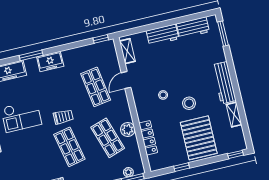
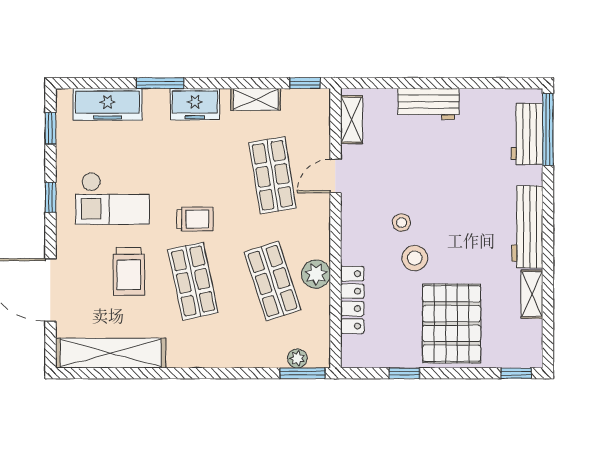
workbench: (193, 28) -> (527, 134), moved, turned 90
window: (223, 34) -> (548, 130), width x1.44
shelving: (79, 52) -> (256, 99), added
stool: (189, 103) -> (415, 258), moved
trolley: (37, 149) -> (129, 271), added

